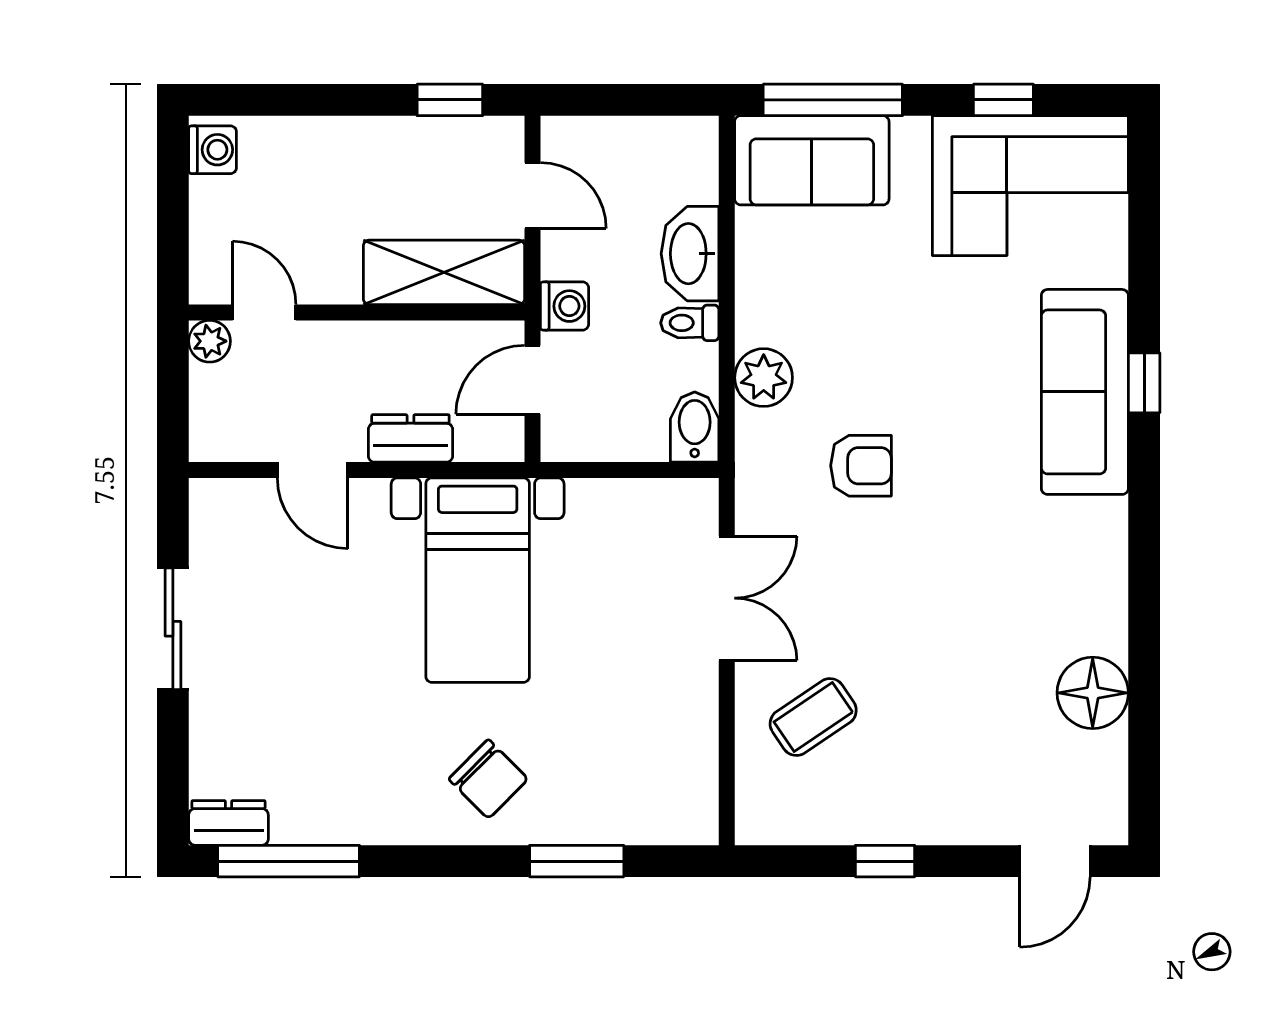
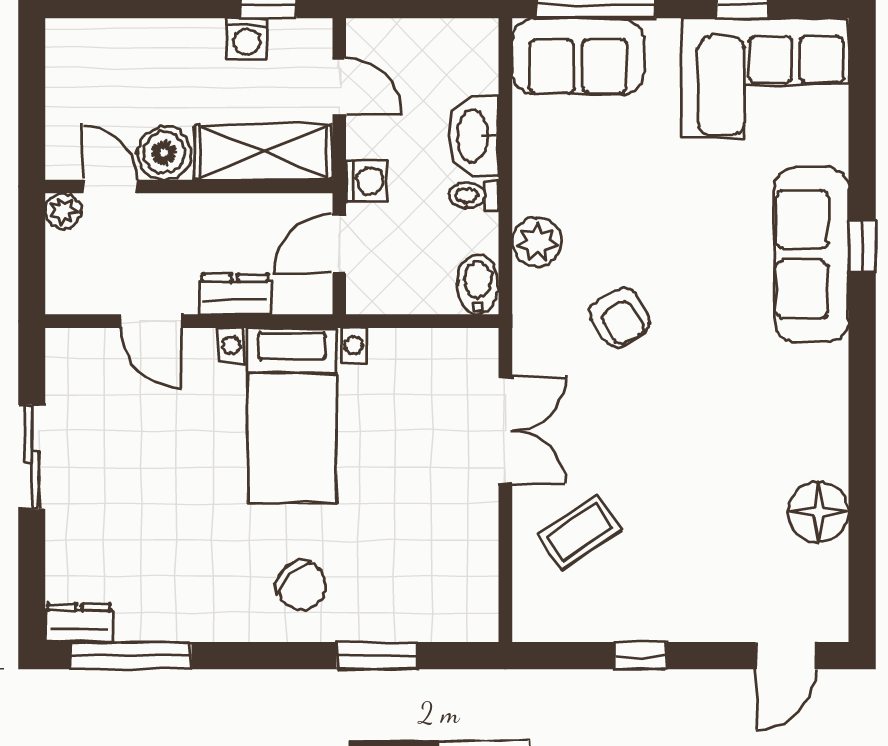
washing machine: (213, 150) -> (247, 39), moved, turned 90
boiler: (328, 273) -> (164, 153), added
armchair: (861, 466) -> (620, 318), turned 59

